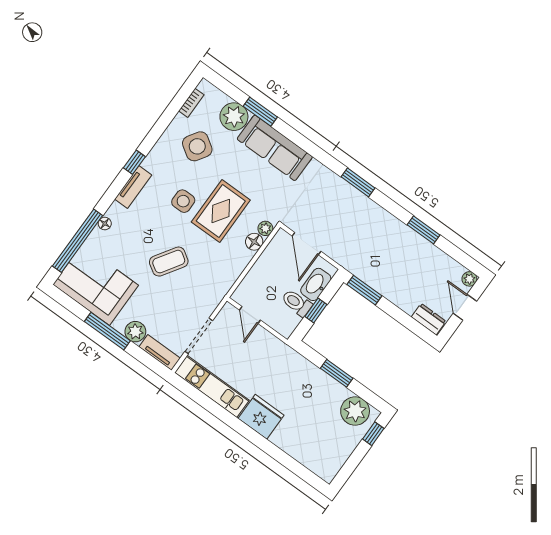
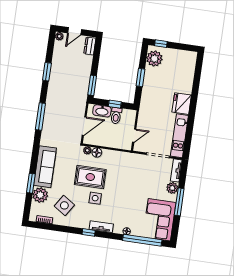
window: (358, 182) -> (40, 117), width x1.44
coffee table: (169, 262) -> (129, 190), removed

